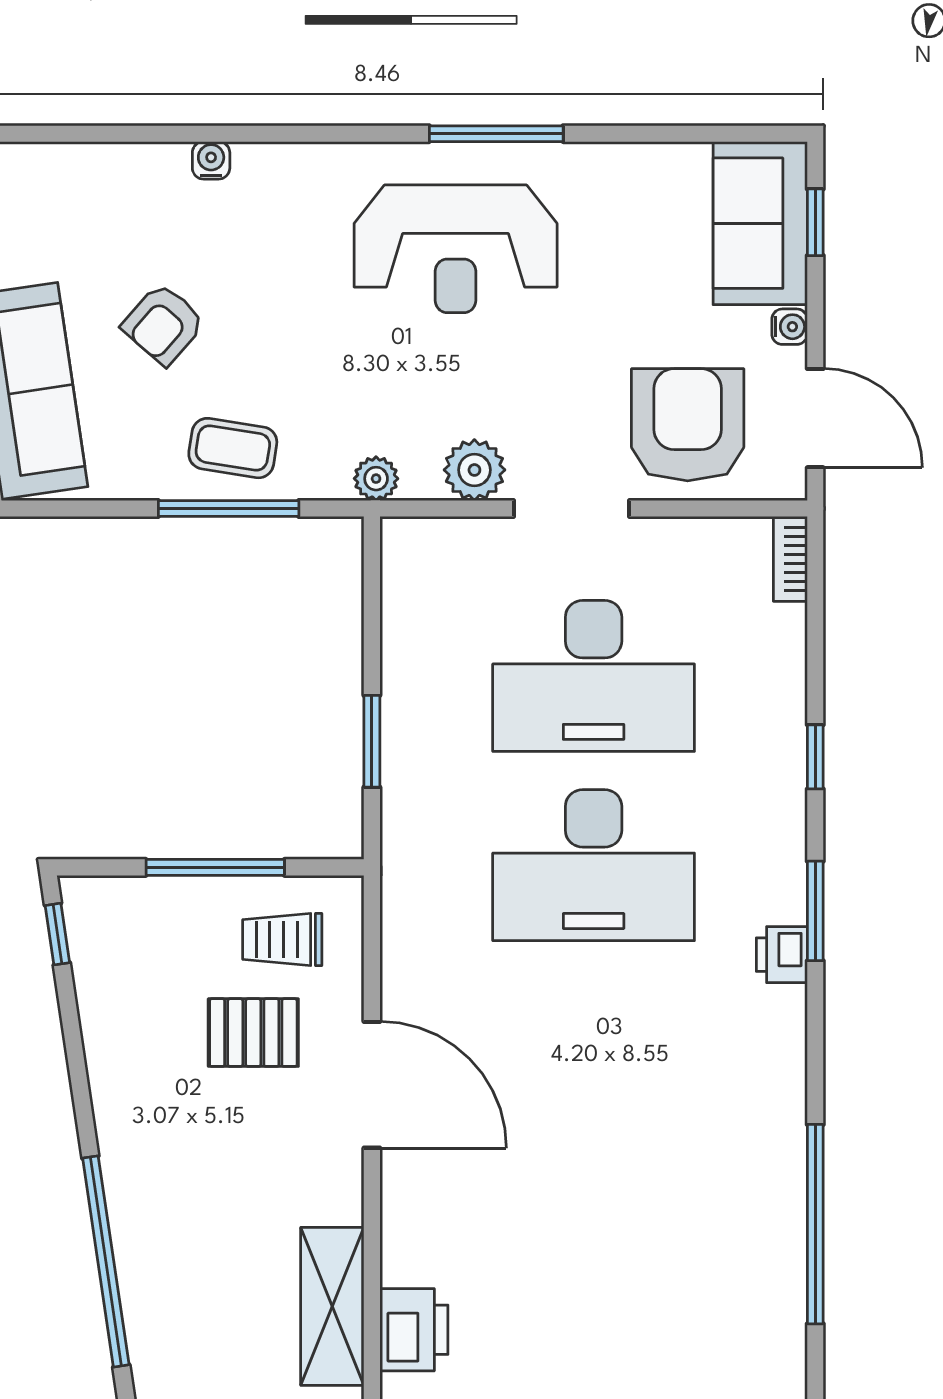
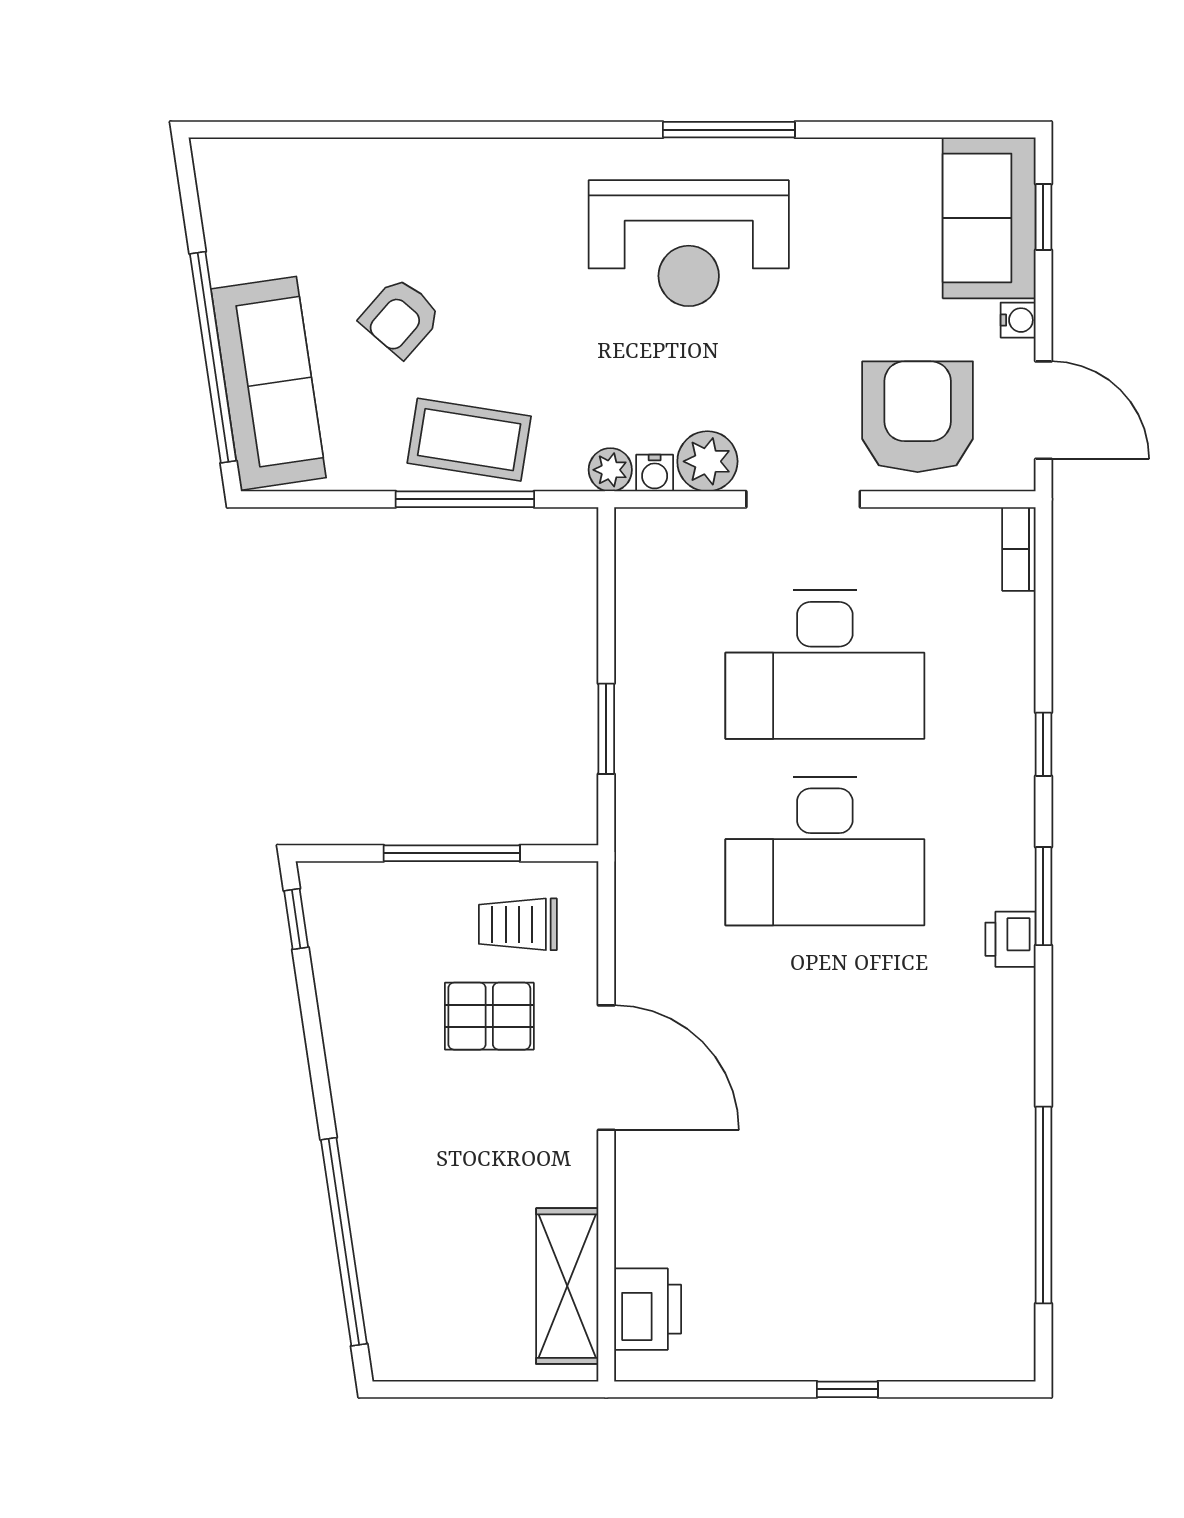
water cooler: (211, 160) -> (655, 473), moved, turned 180
coffee table: (233, 448) -> (469, 440), width x1.36, depth x1.30

